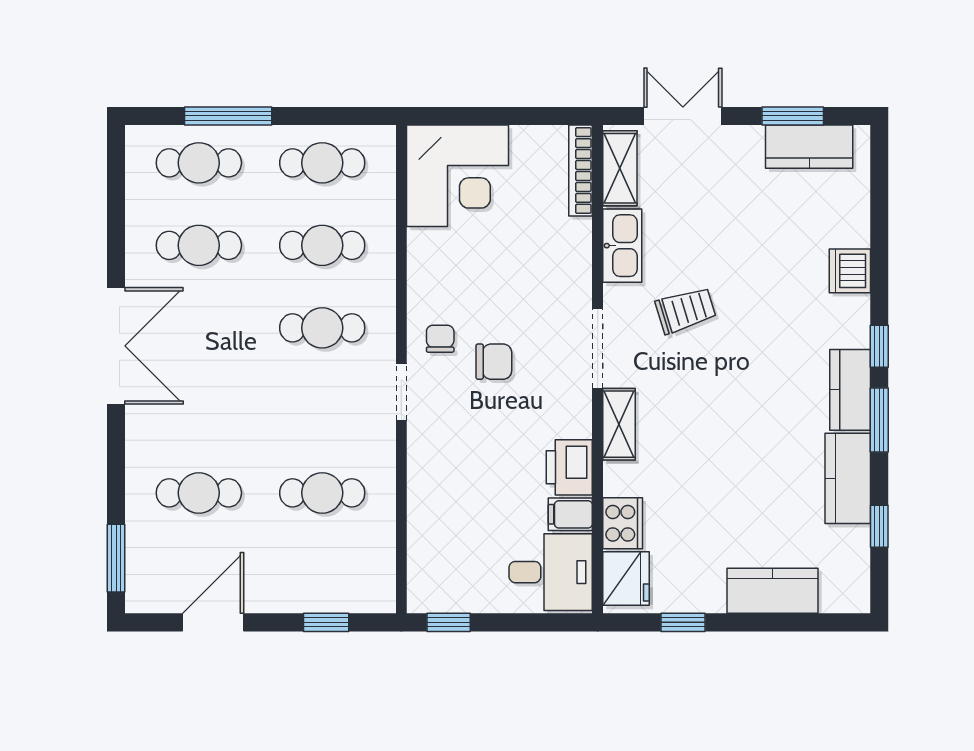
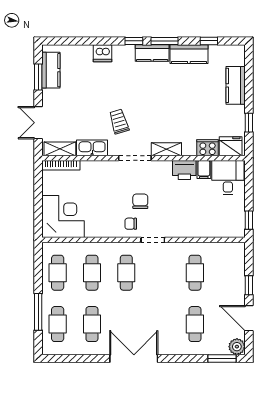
plant: (145, 594) -> (237, 347), added
window: (326, 622) -> (249, 285), moved

